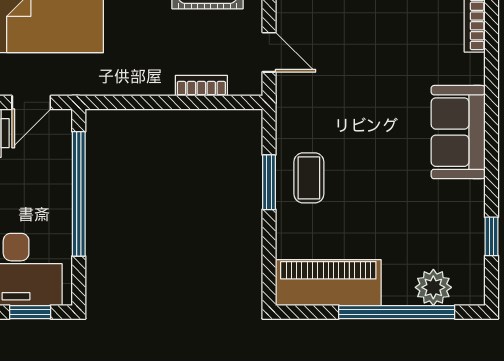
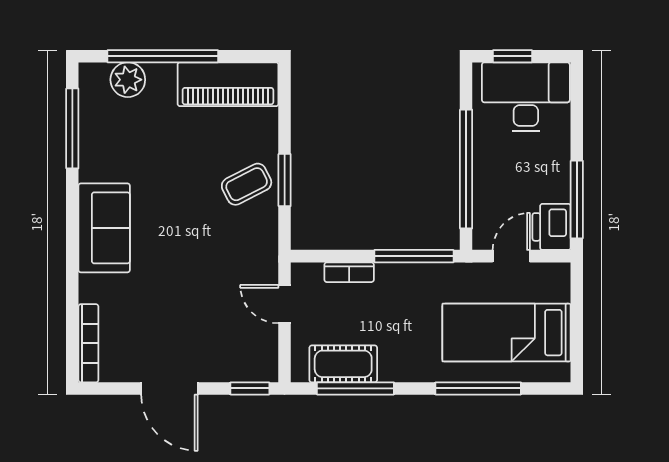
window: (133, 102) -> (414, 256), added
coffee table: (309, 178) -> (247, 184), turned 63
window: (492, 236) -> (72, 128), width x2.17

